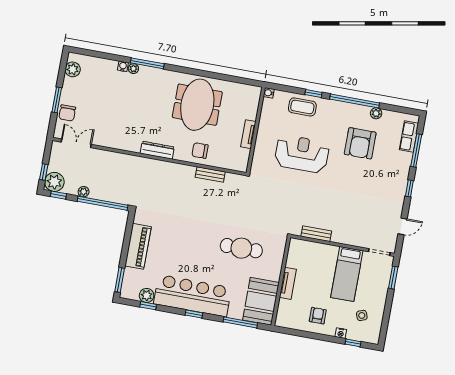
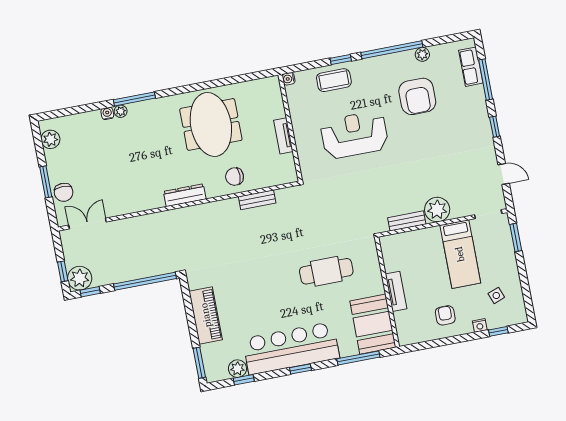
plant: (84, 192) -> (437, 210), moved, width x1.88, depth x1.88
door: (402, 226) -> (504, 174), hinge flipped

